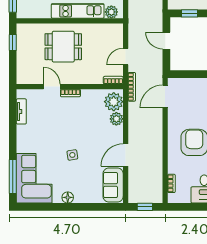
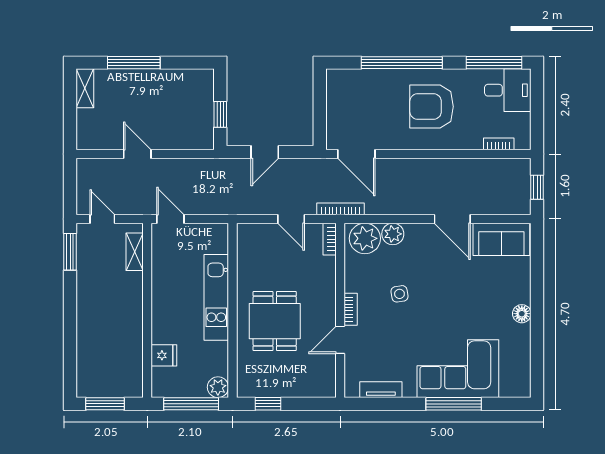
plant: (111, 12) -> (218, 387), moved
side table: (72, 155) -> (399, 294), moved
window: (13, 176) -> (454, 404), moved
corner sofa: (34, 178) -> (458, 369), moved

